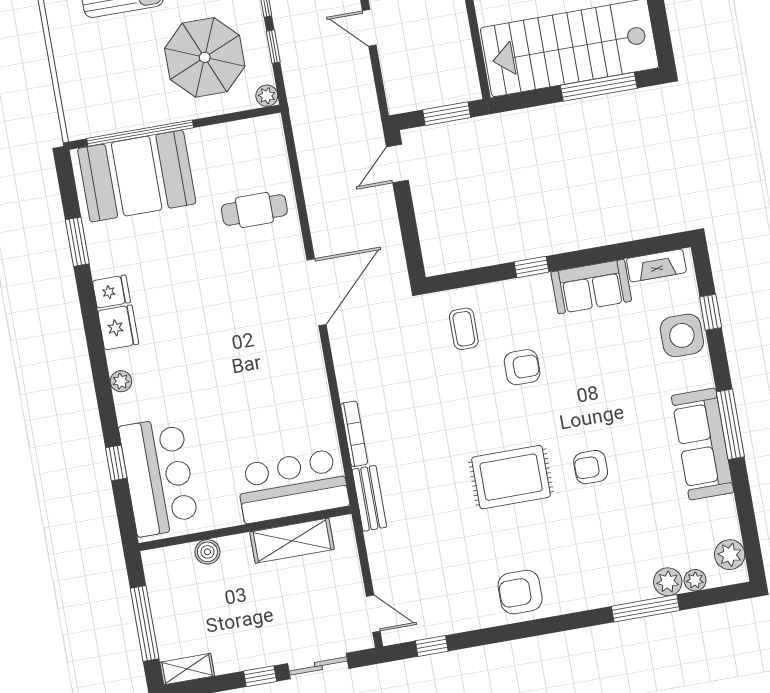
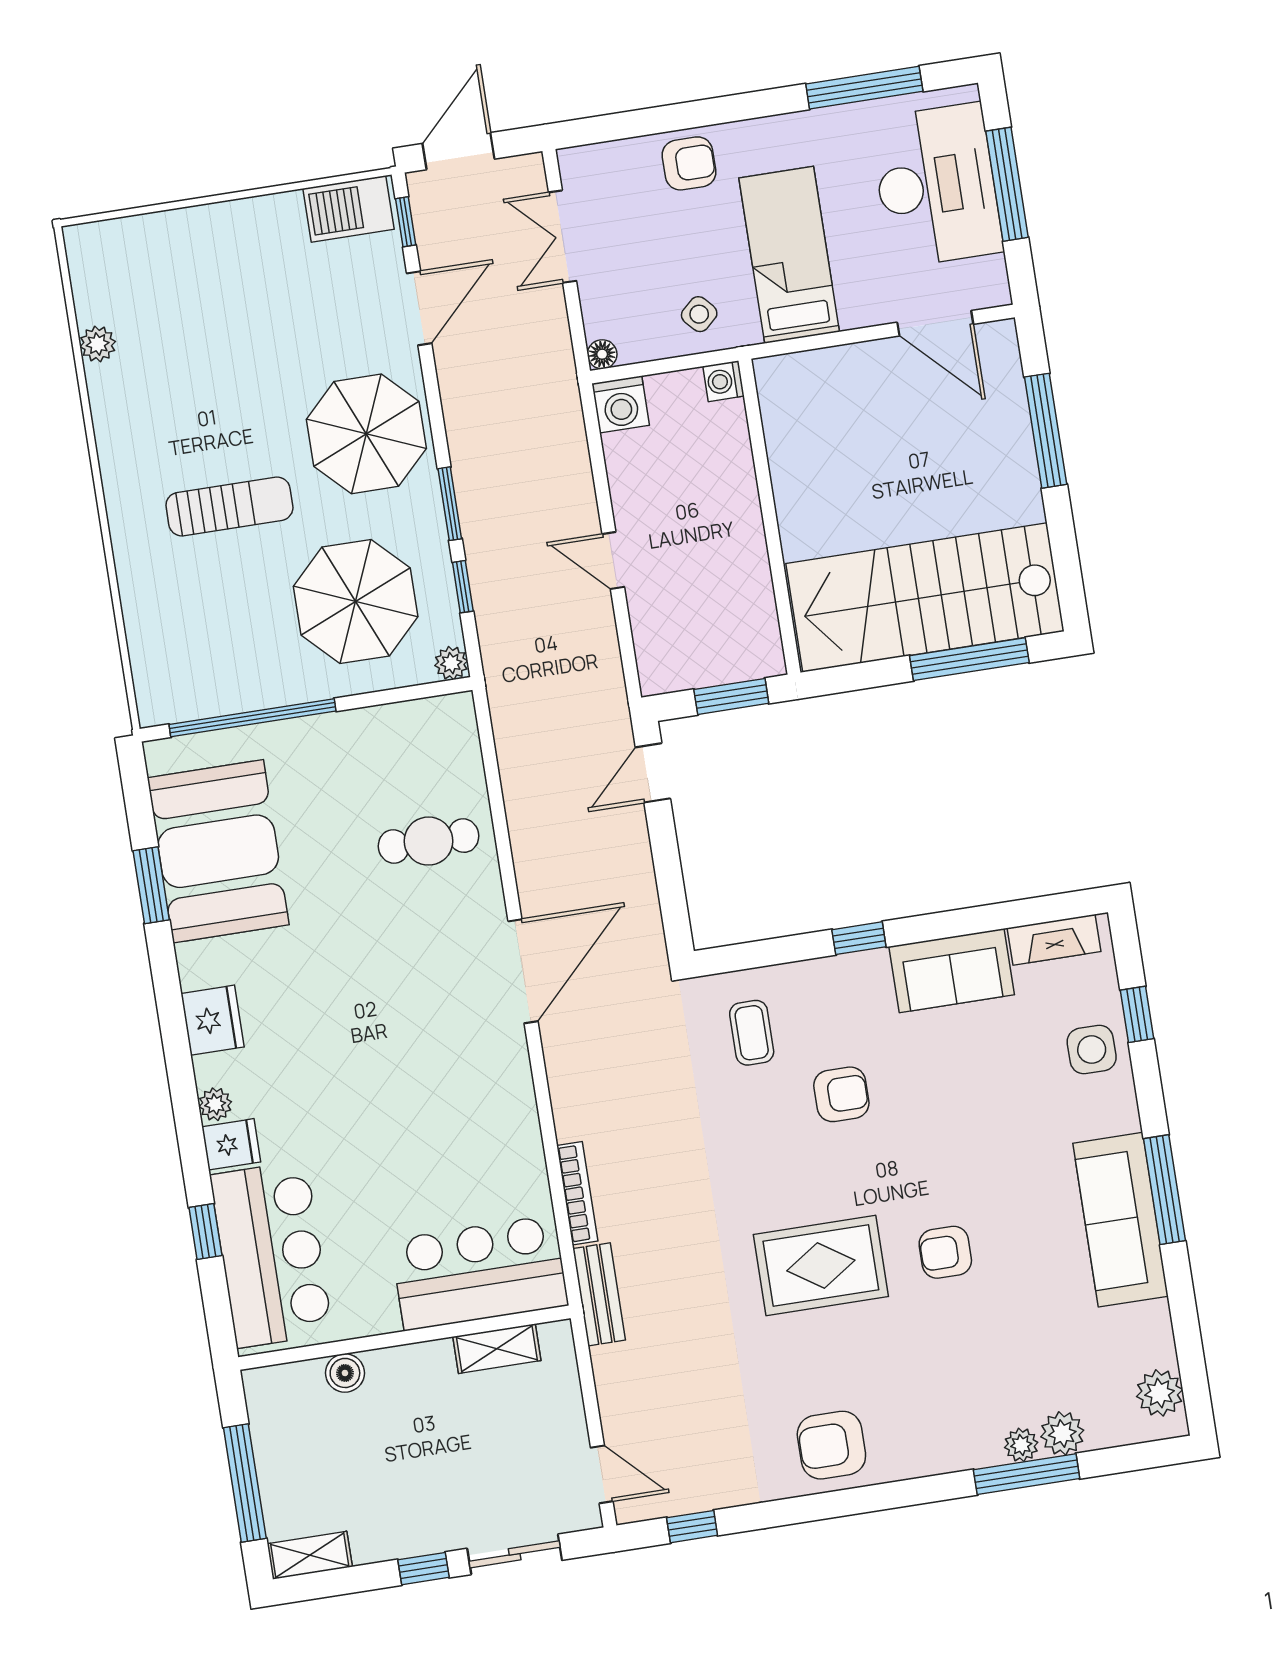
booth: (137, 176) -> (218, 851), moved, turned 90
fridge: (111, 292) -> (231, 1144), moved
side table: (682, 335) -> (1092, 1050), width x0.73, depth x0.73
shelving: (292, 541) -> (497, 1349), width x0.67, depth x0.75
plant: (695, 580) -> (1021, 1445), moved

